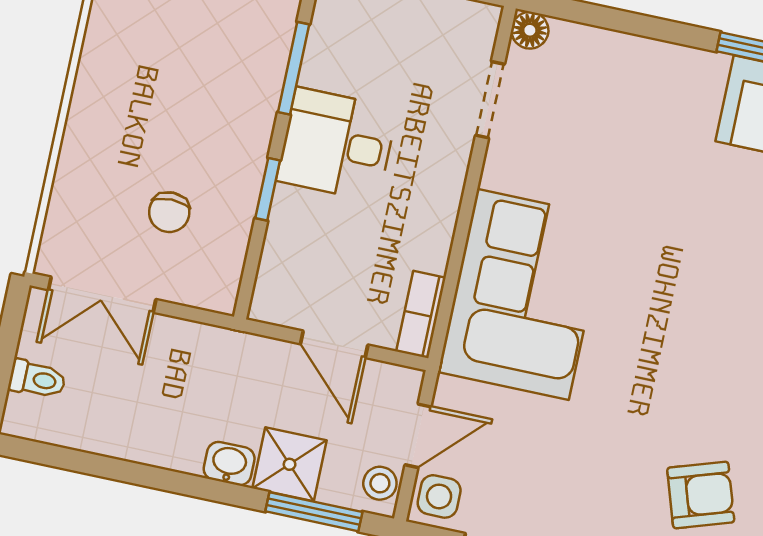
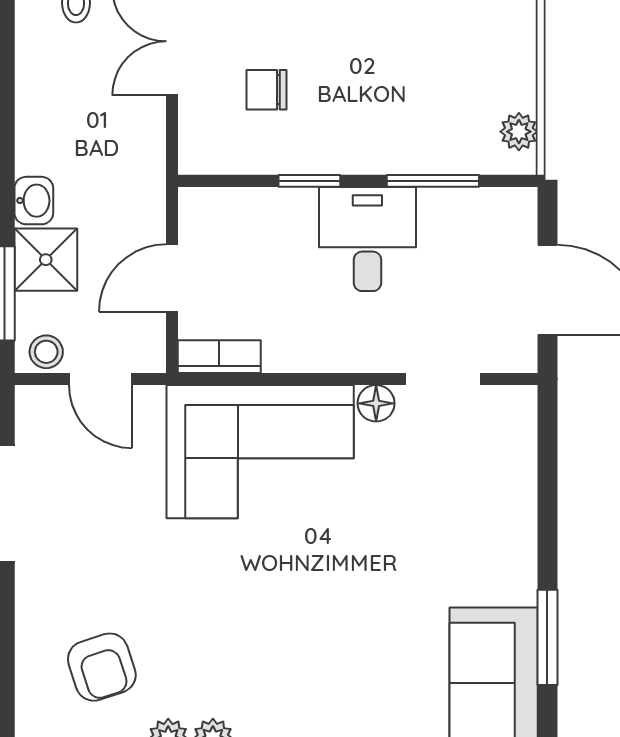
floor lamp: (530, 30) -> (376, 403), moved
side table: (439, 496) -> (46, 412), removed

